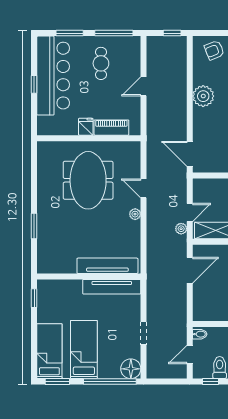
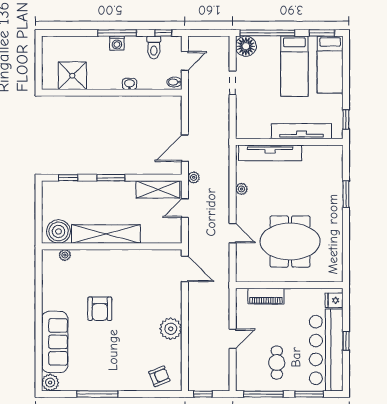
fridge: (86, 127) -> (334, 300), moved, turned 90
meeting table: (88, 180) -> (290, 241), turned 90
plant: (135, 214) -> (241, 189), moved
plant: (181, 229) -> (194, 177), moved
tv unit: (112, 287) -> (302, 131), moved

